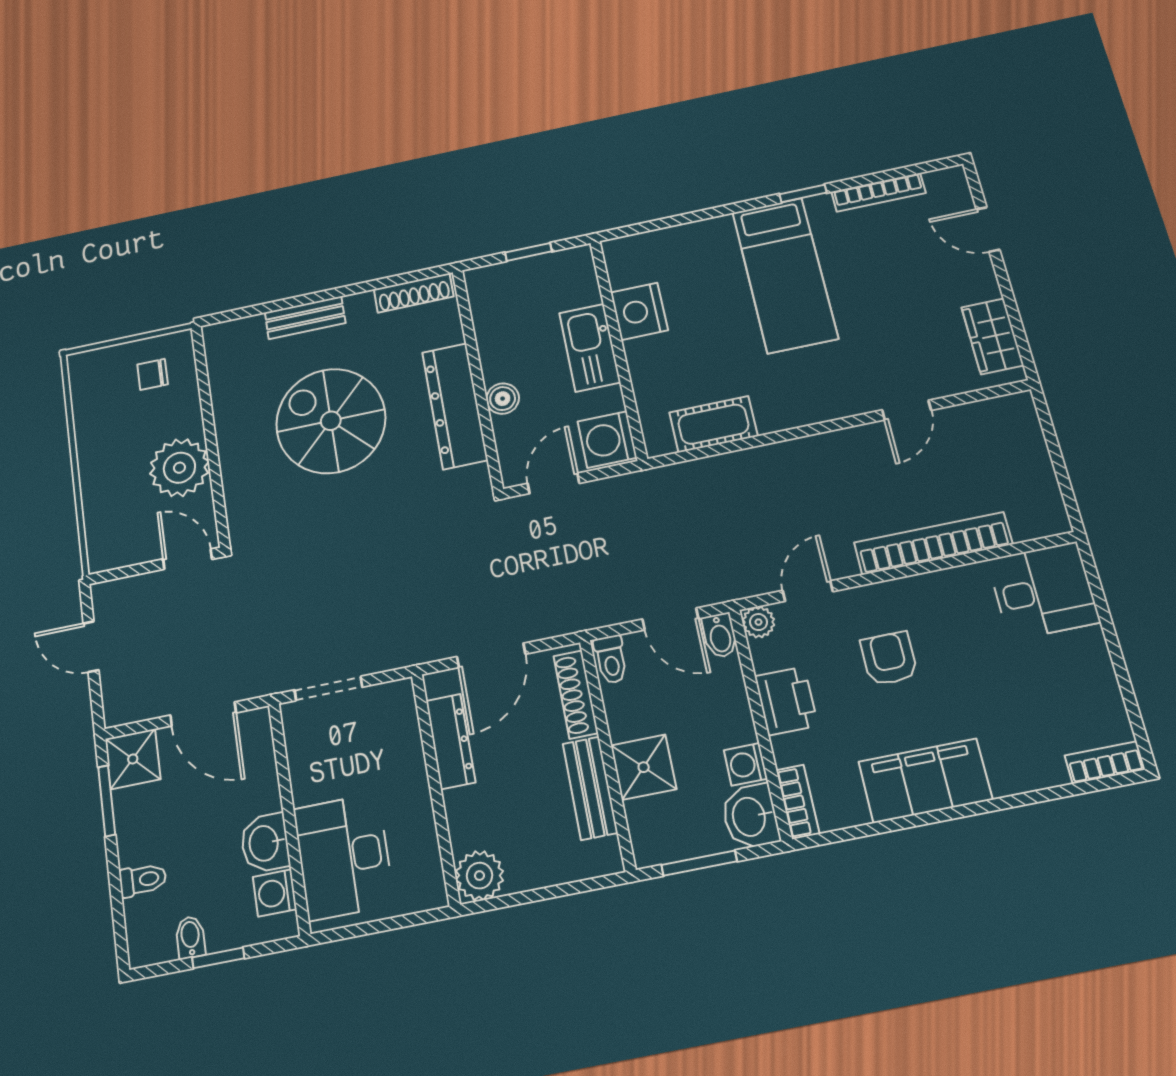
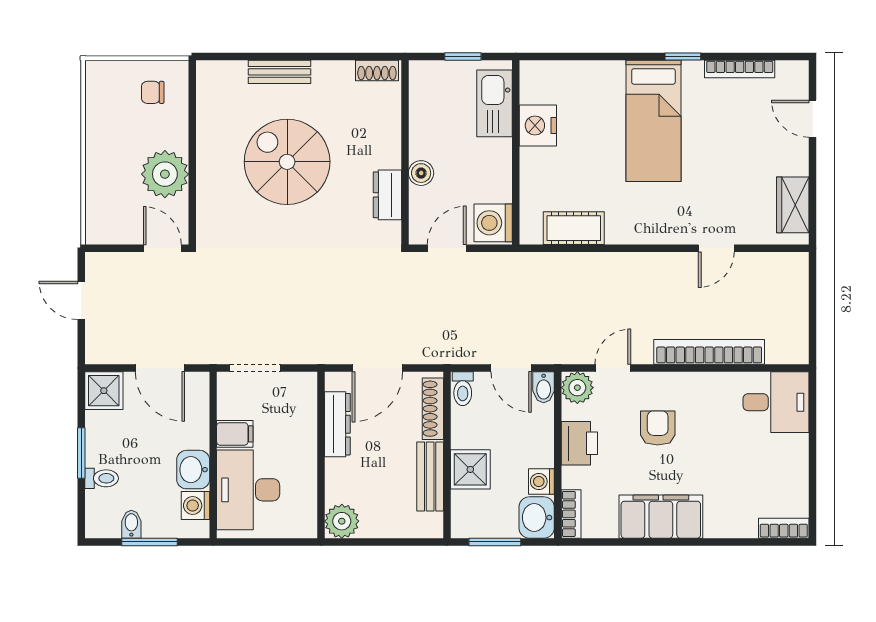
shoe rack: (414, 293) -> (377, 70), width x0.70
kitchen sink: (590, 348) -> (495, 103), moved
dresser: (455, 406) -> (387, 195), width x0.51, depth x0.80
plant: (758, 622) -> (577, 388), width x1.38, depth x1.38
filing cabinet: (314, 782) -> (235, 434), added
window: (107, 801) -> (81, 453), moved
window: (218, 958) -> (150, 542), width x1.50

